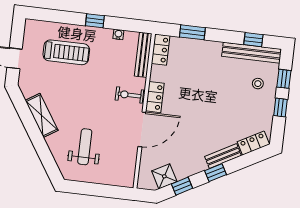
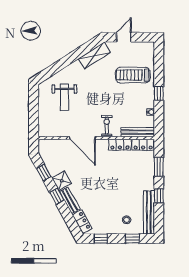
window: (253, 40) -> (159, 196), moved
treadmill: (66, 52) -> (133, 75), turned 90
locker: (155, 97) -> (120, 145), moved
window: (280, 107) -> (101, 239), moved
shelving: (42, 115) -> (94, 56), moved
weight bench: (85, 147) -> (64, 97), turned 90
shower: (164, 176) -> (62, 181), moved

